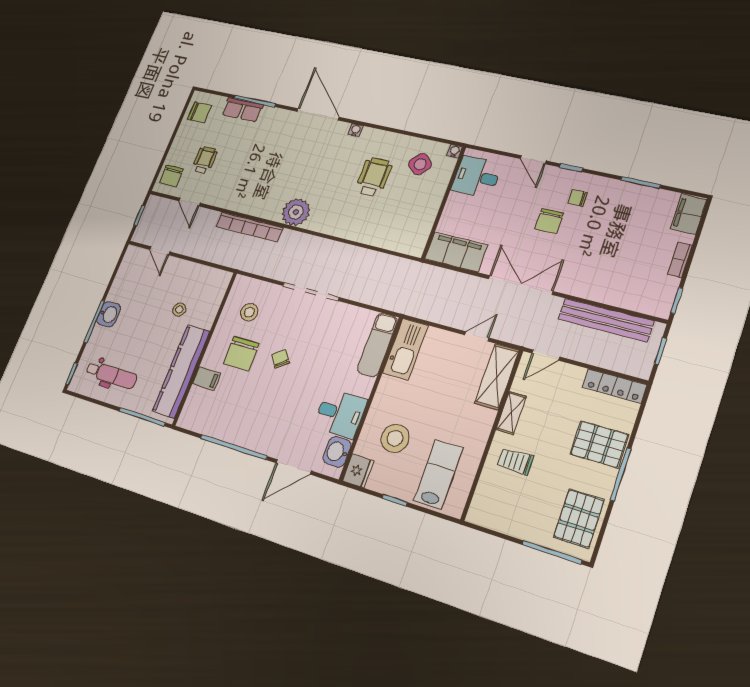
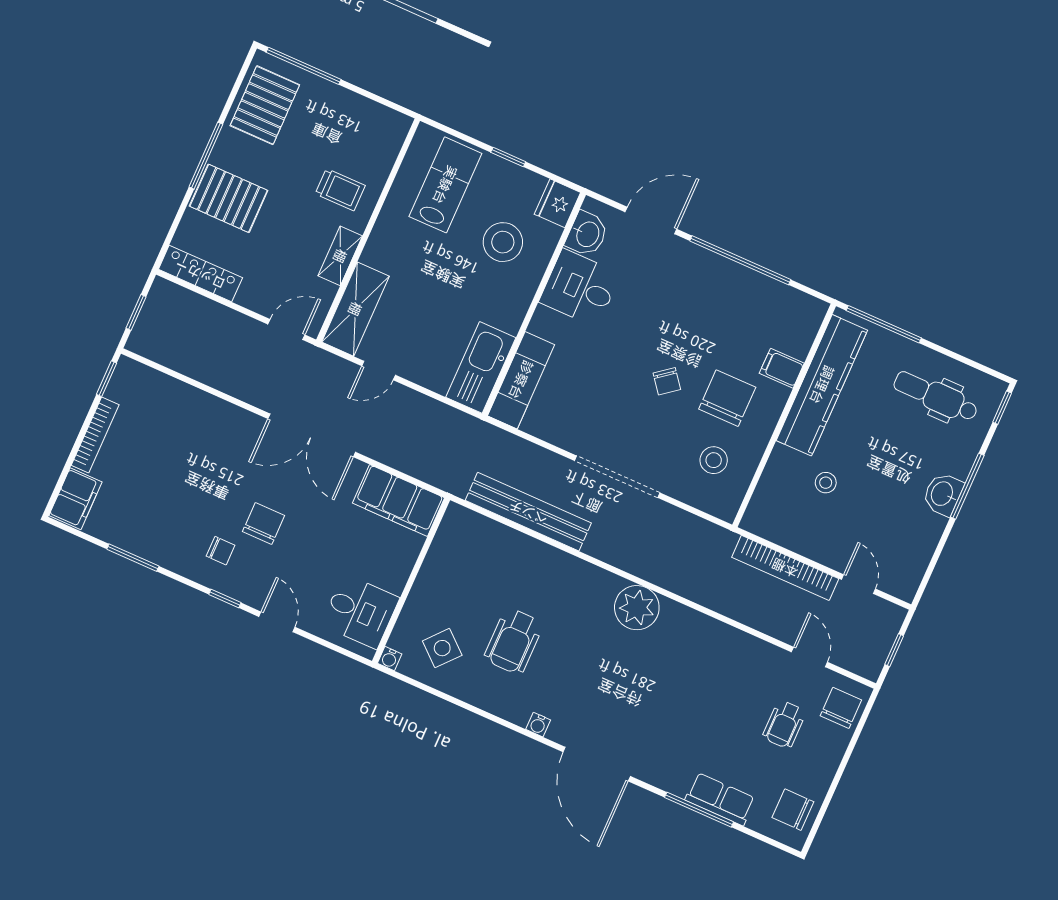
bookcase: (250, 227) -> (785, 568), moved, turned 180
bookcase: (680, 260) -> (95, 435), width x1.56
bench: (606, 320) -> (528, 512), moved
lab bench: (438, 474) -> (445, 185), turned 180

